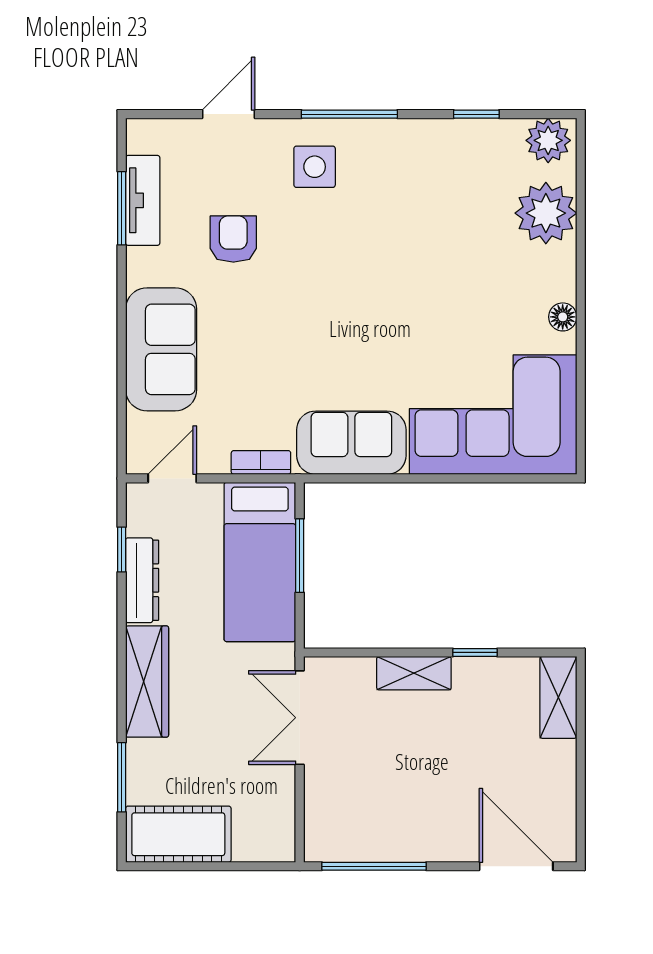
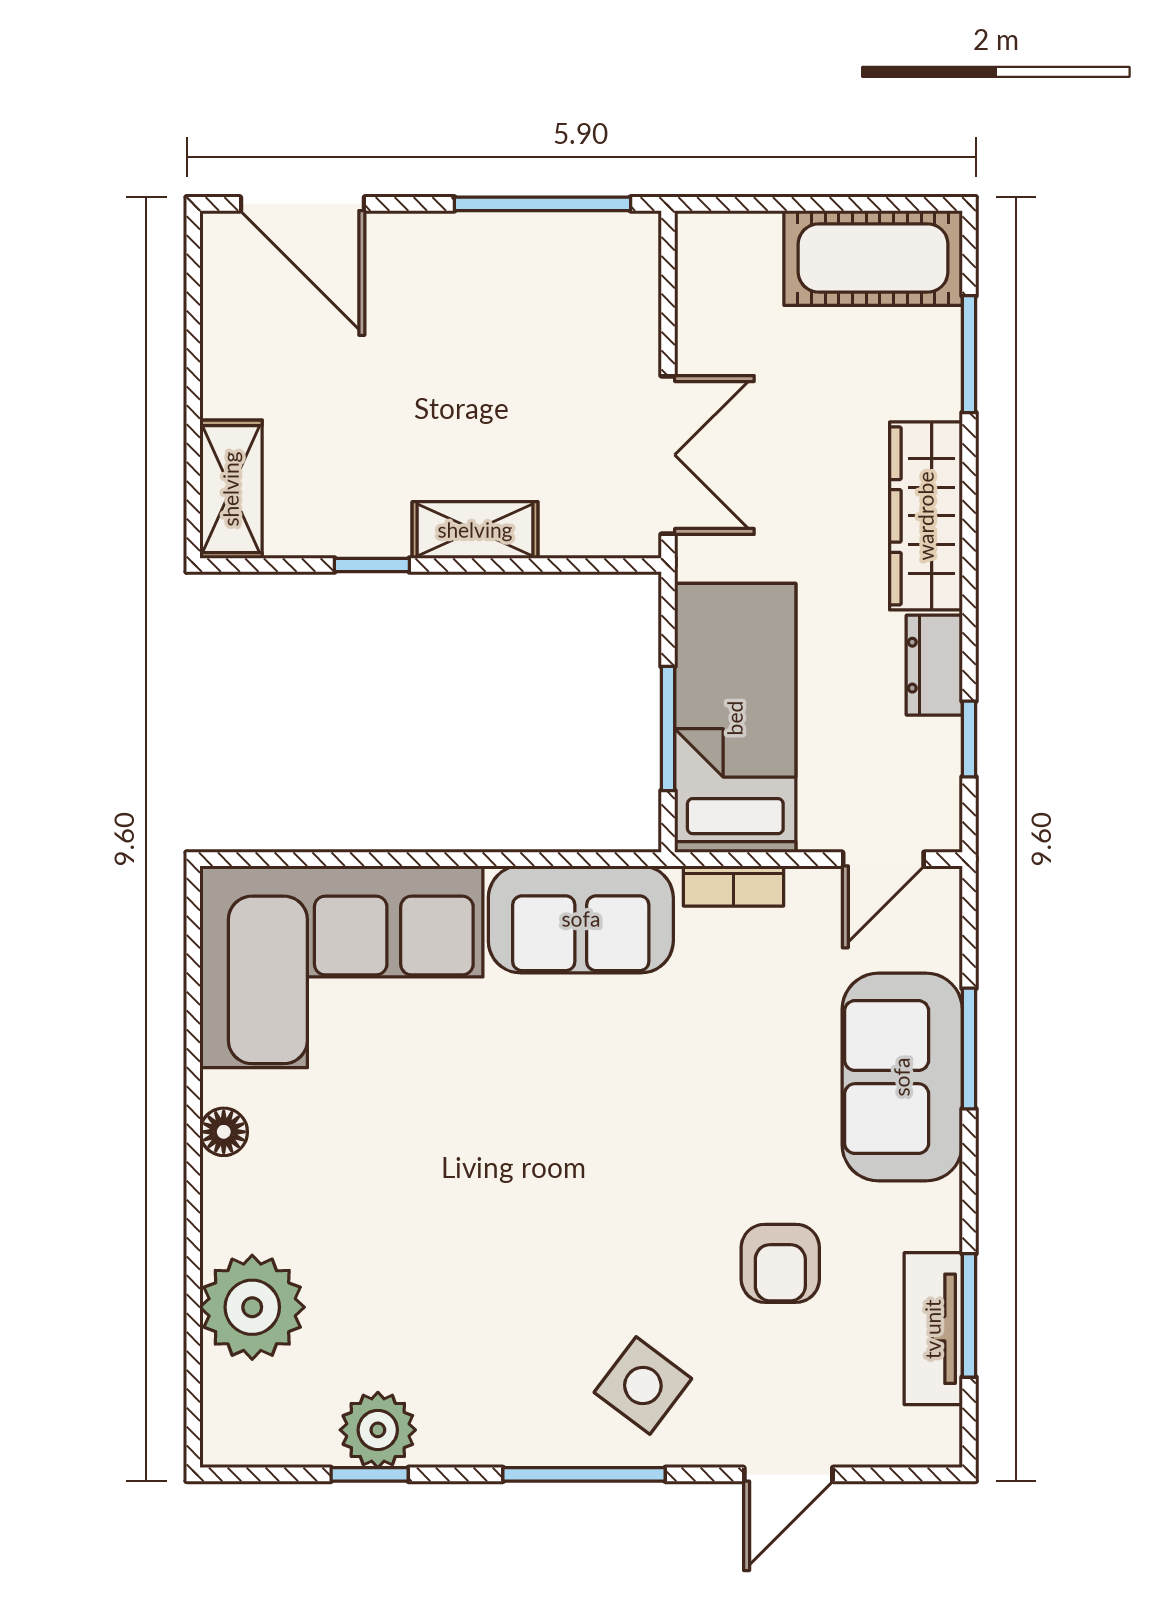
plant: (548, 140) -> (378, 1430), moved
side table: (315, 167) -> (643, 1386), turned 37
window: (122, 366) -> (969, 1049), added
dresser: (142, 580) -> (934, 665), width x0.70

